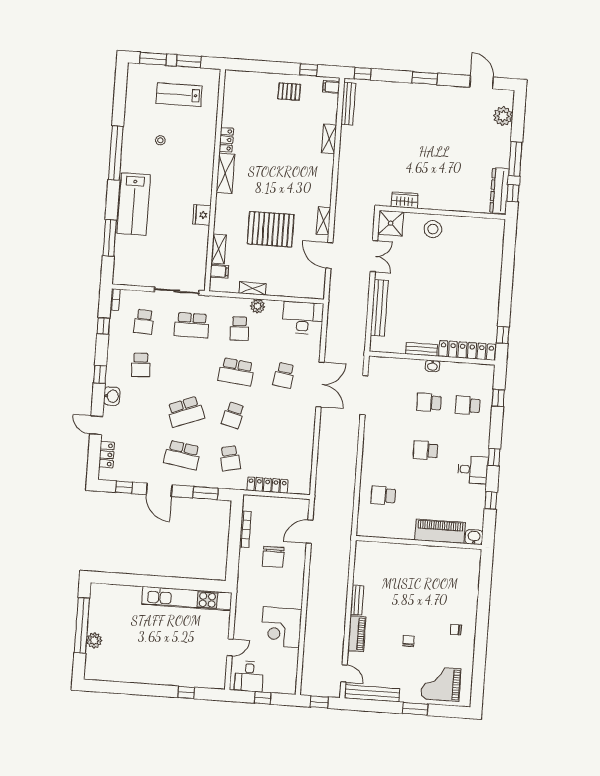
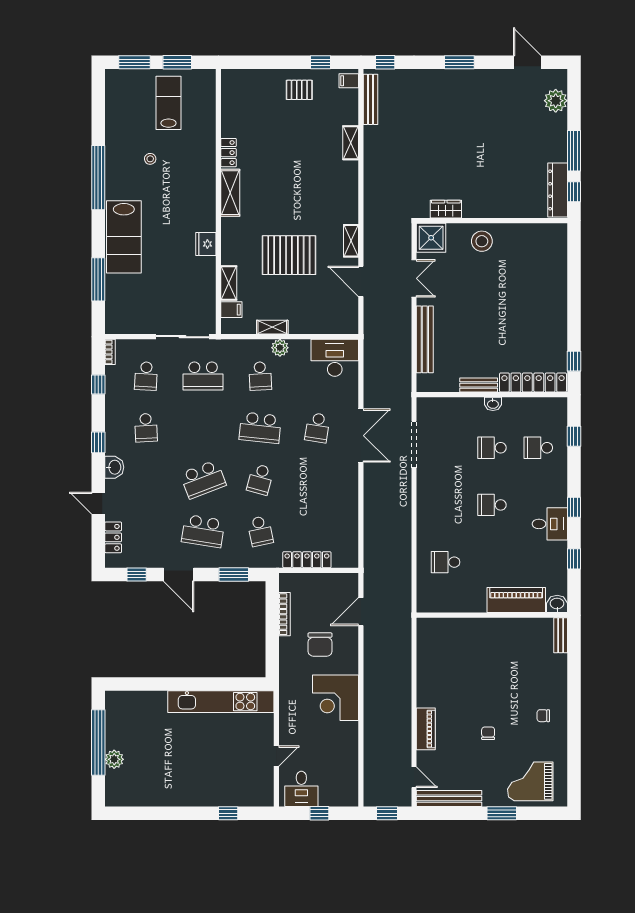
lab bench: (179, 95) -> (168, 103), turned 90
bench: (357, 600) -> (561, 635), moved
corner desk: (281, 627) -> (336, 698), moved

